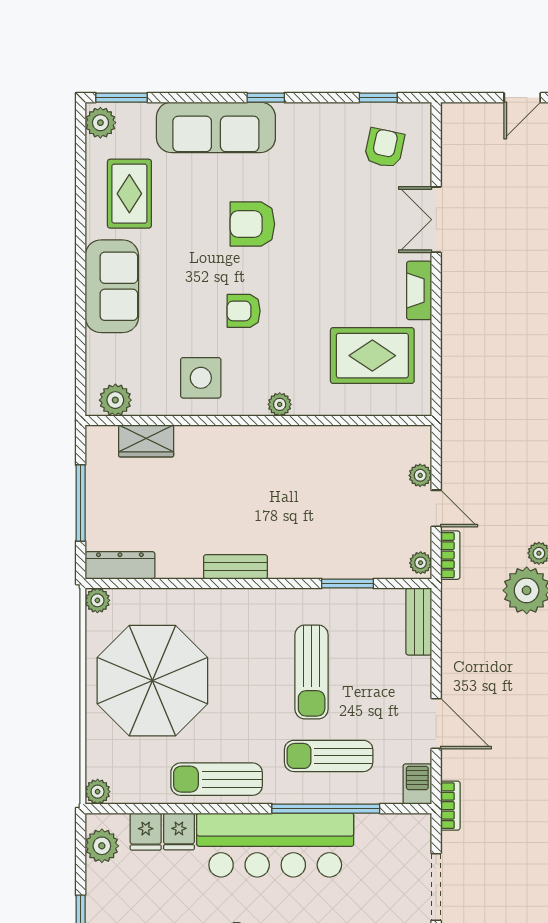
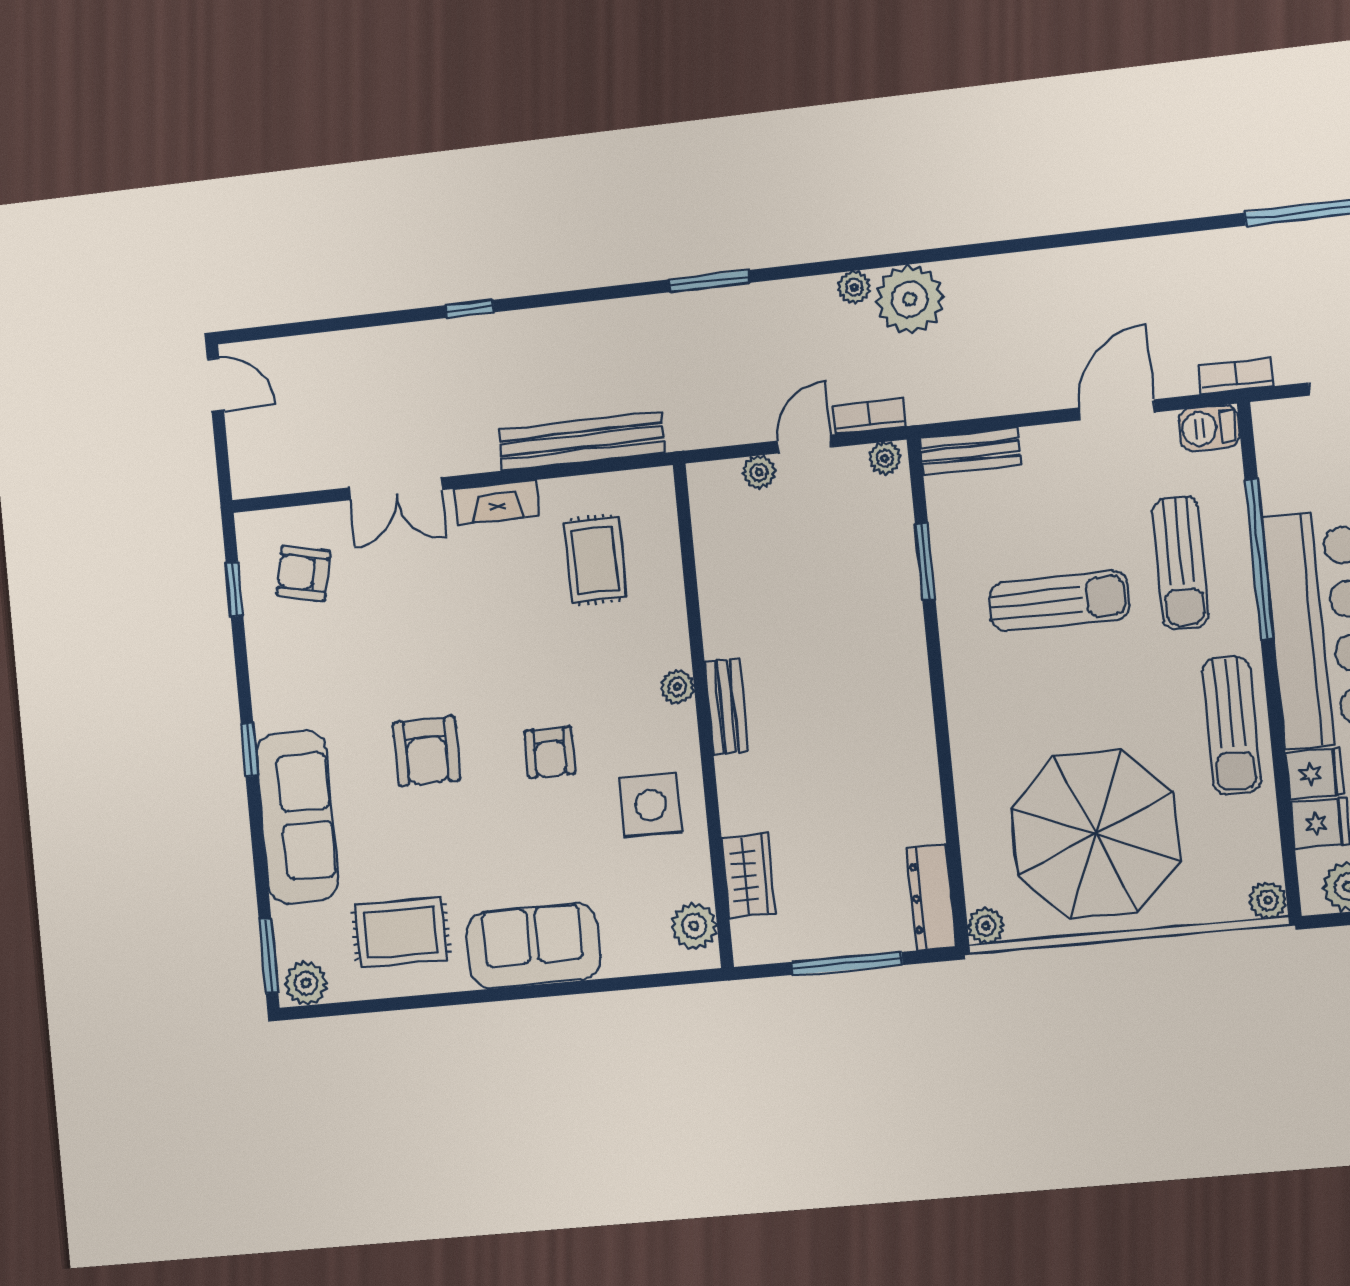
bench: (455, 354) -> (582, 441), added
rug: (372, 356) -> (595, 560), width x0.73, depth x0.70
bench: (235, 567) -> (726, 707), moved

